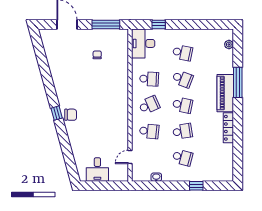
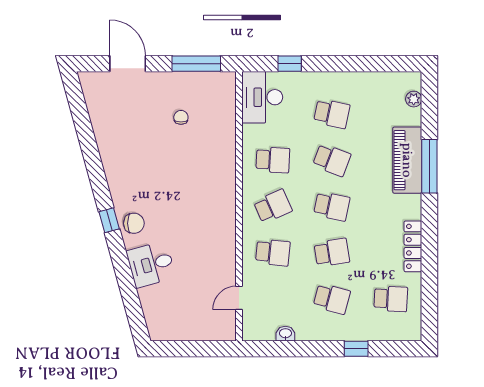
piano: (225, 93) -> (407, 160), moved
school desk: (216, 157) -> (391, 299), added
desk: (97, 169) -> (151, 264), moved, turned 75

